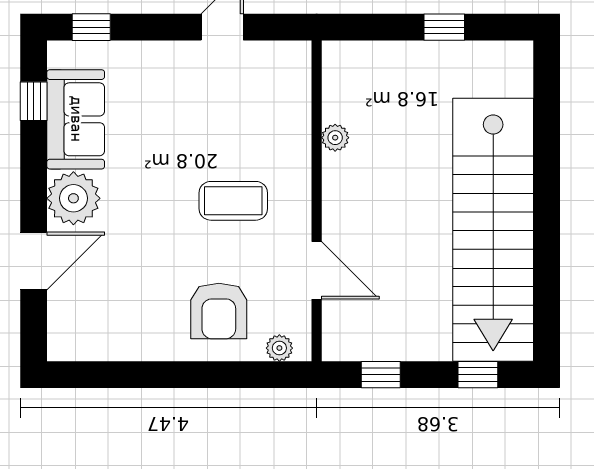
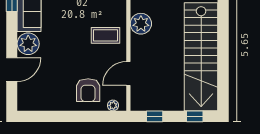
plant: (335, 138) -> (141, 24), width x1.88, depth x1.88
coffee table: (233, 201) -> (105, 35), moved
door: (317, 270) -> (128, 73), swing flipped

